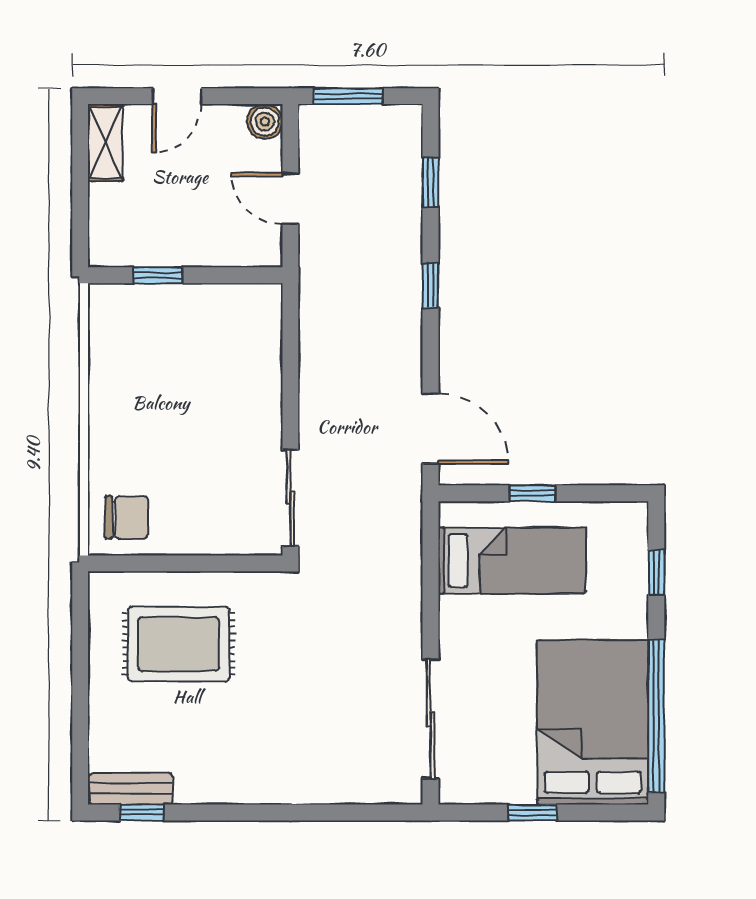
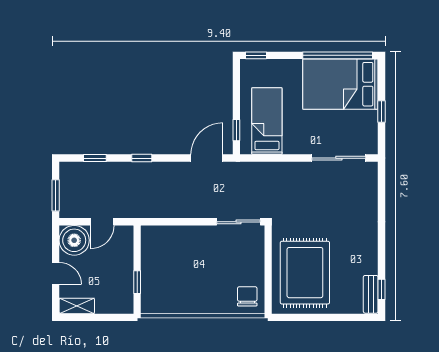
boiler: (265, 122) -> (74, 240), width x1.86, depth x1.86
window: (532, 493) -> (236, 130), moved
window: (656, 572) -> (256, 55), moved
rug: (179, 644) -> (305, 273), width x1.37, depth x1.44

